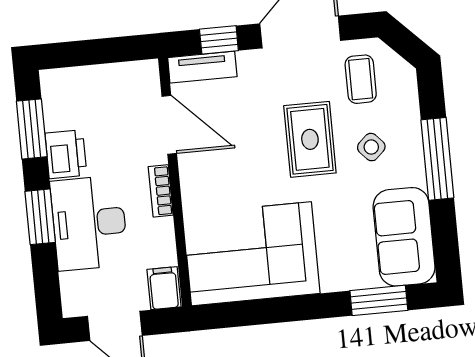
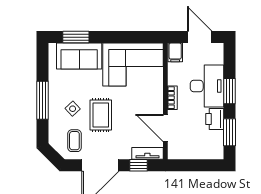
sofa: (404, 237) -> (79, 56), moved, turned 90

